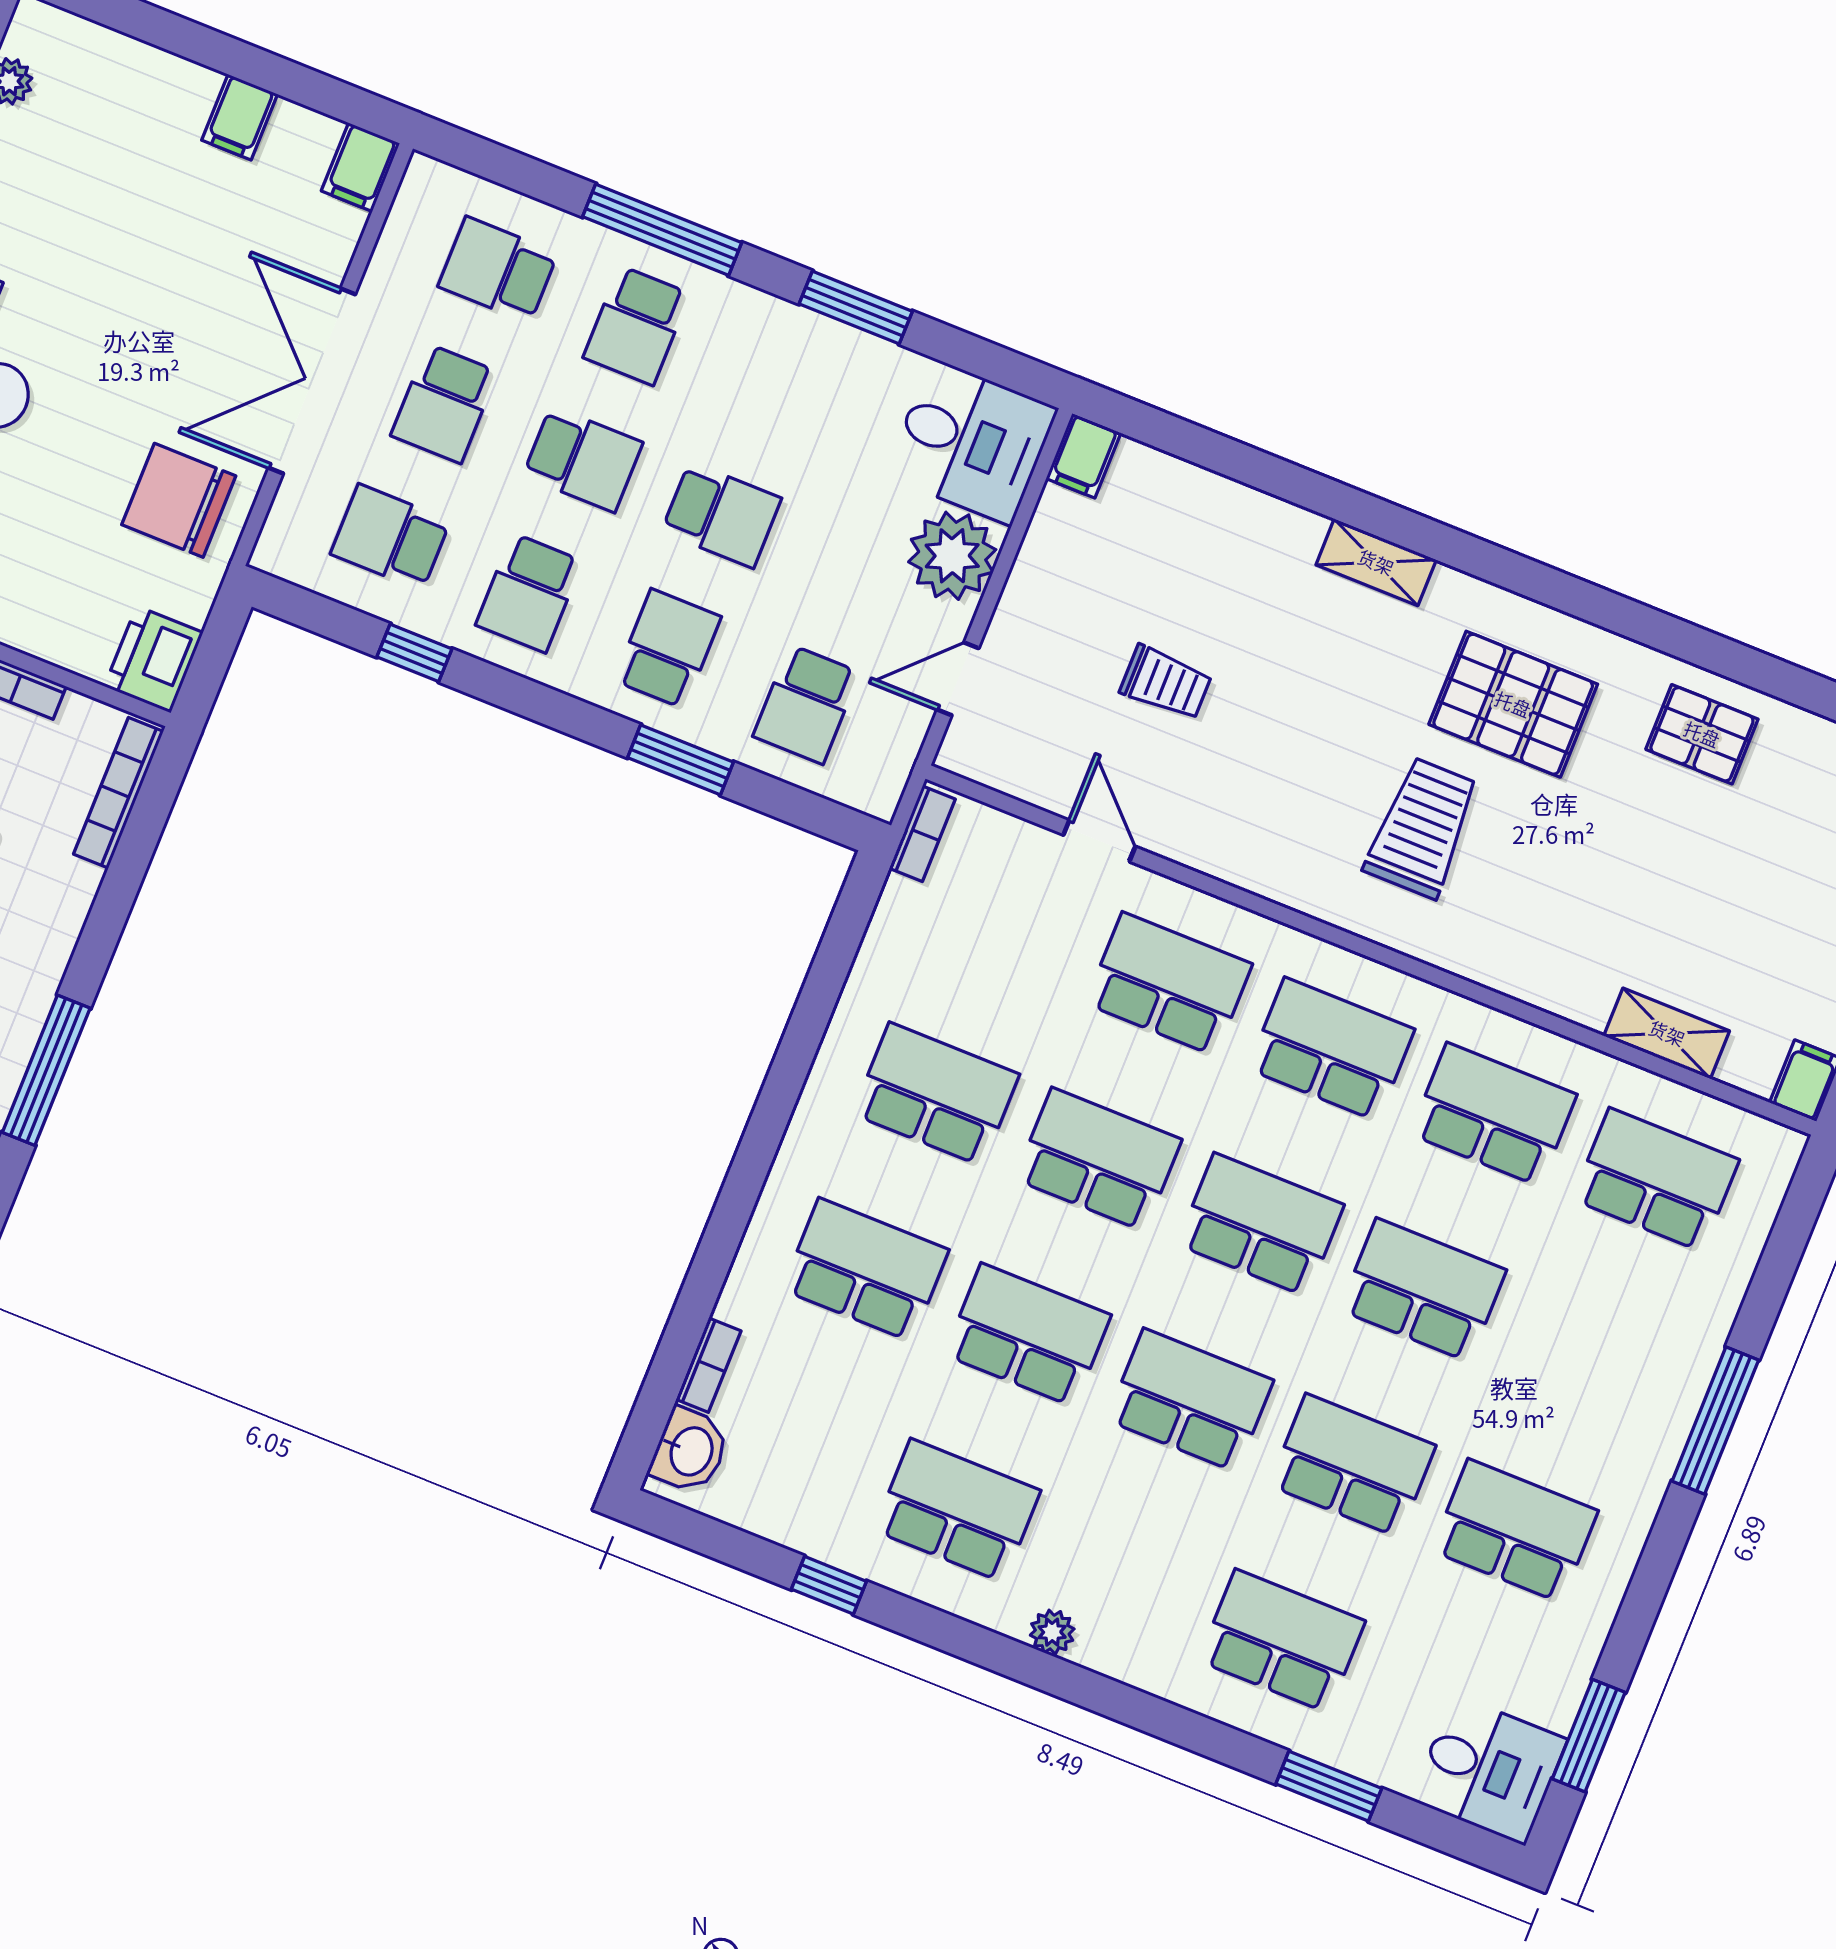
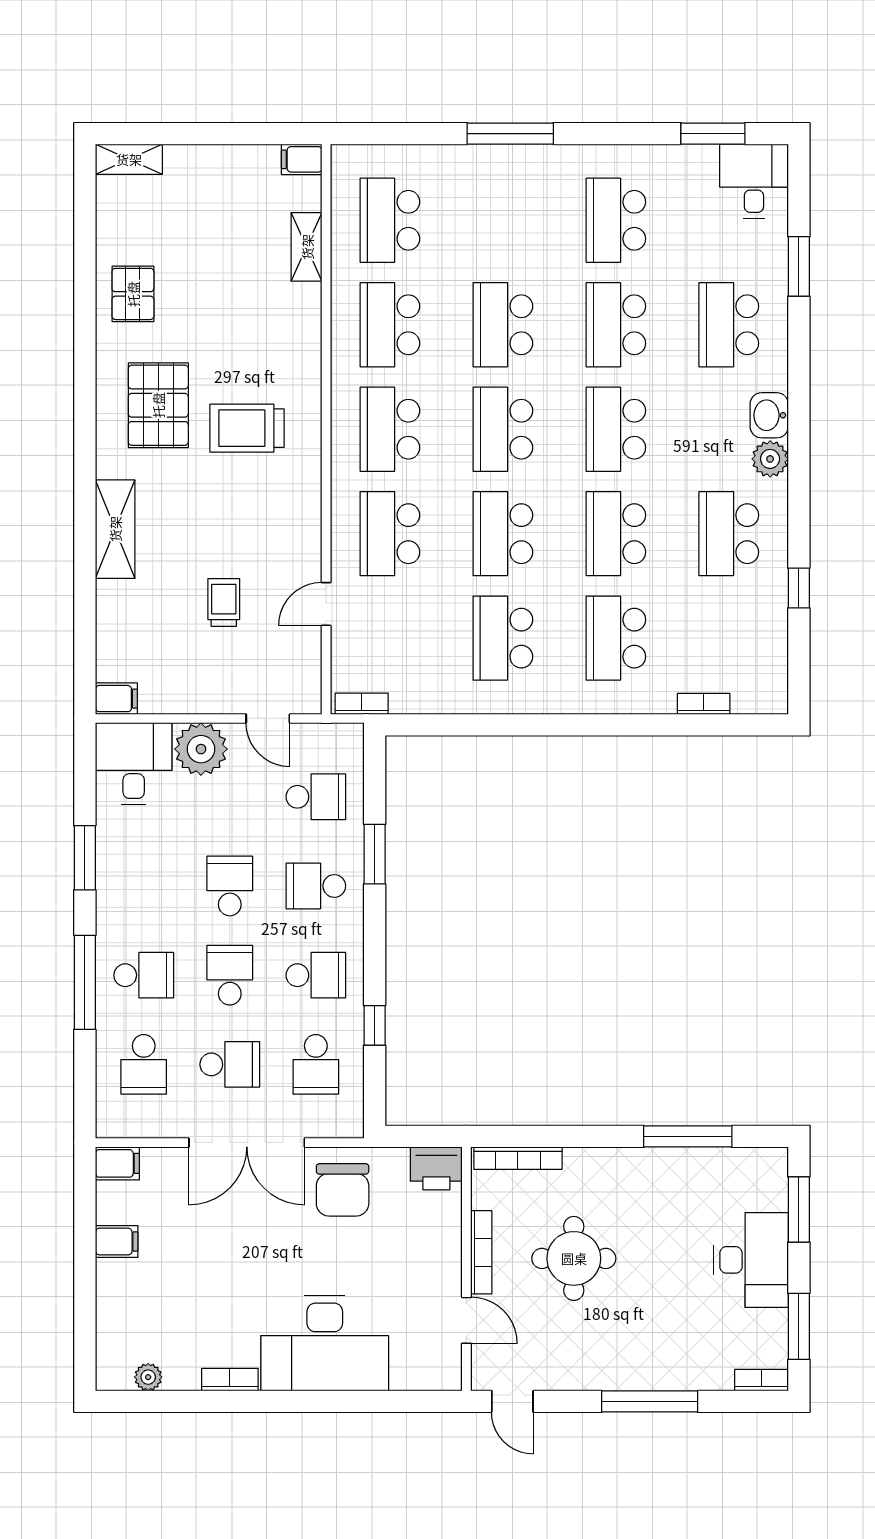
shelving: (1376, 562) -> (115, 529), width x1.50, depth x1.33
washbasin: (690, 1451) -> (769, 415), moved, turned -90
plant: (1052, 1632) -> (770, 459), width x1.38, depth x1.38

